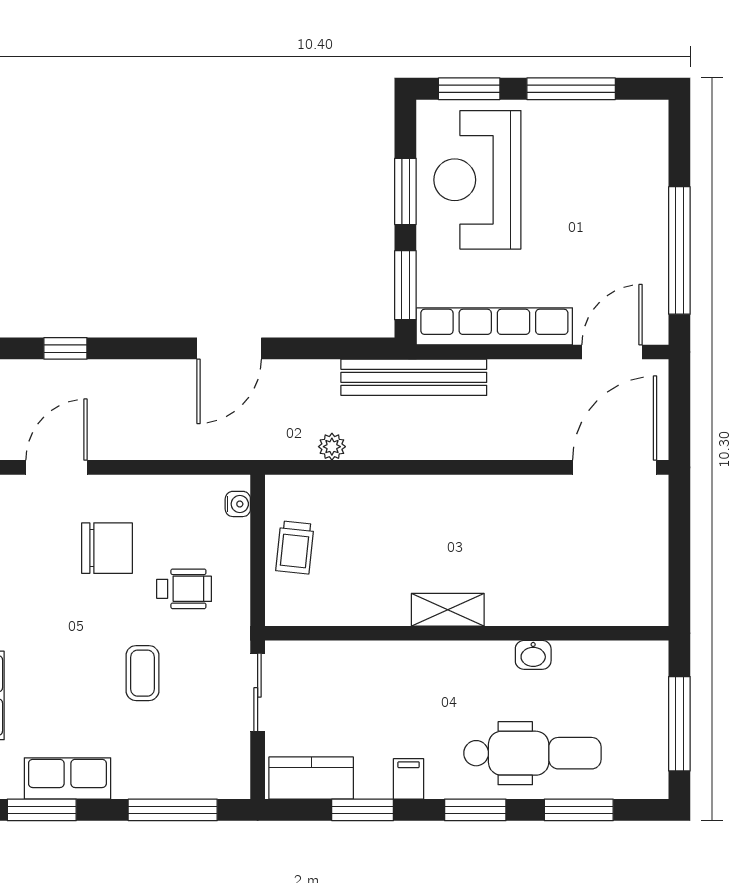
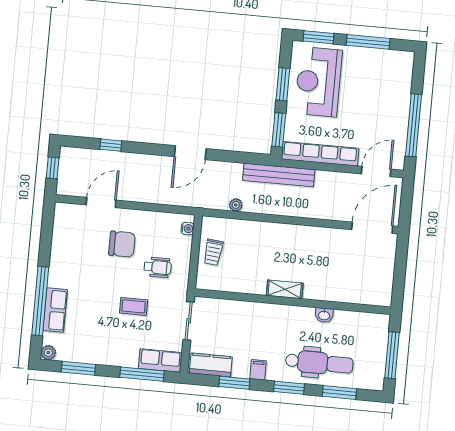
coffee table: (142, 673) -> (134, 306), turned 90
row of seats: (67, 778) -> (160, 360), moved

